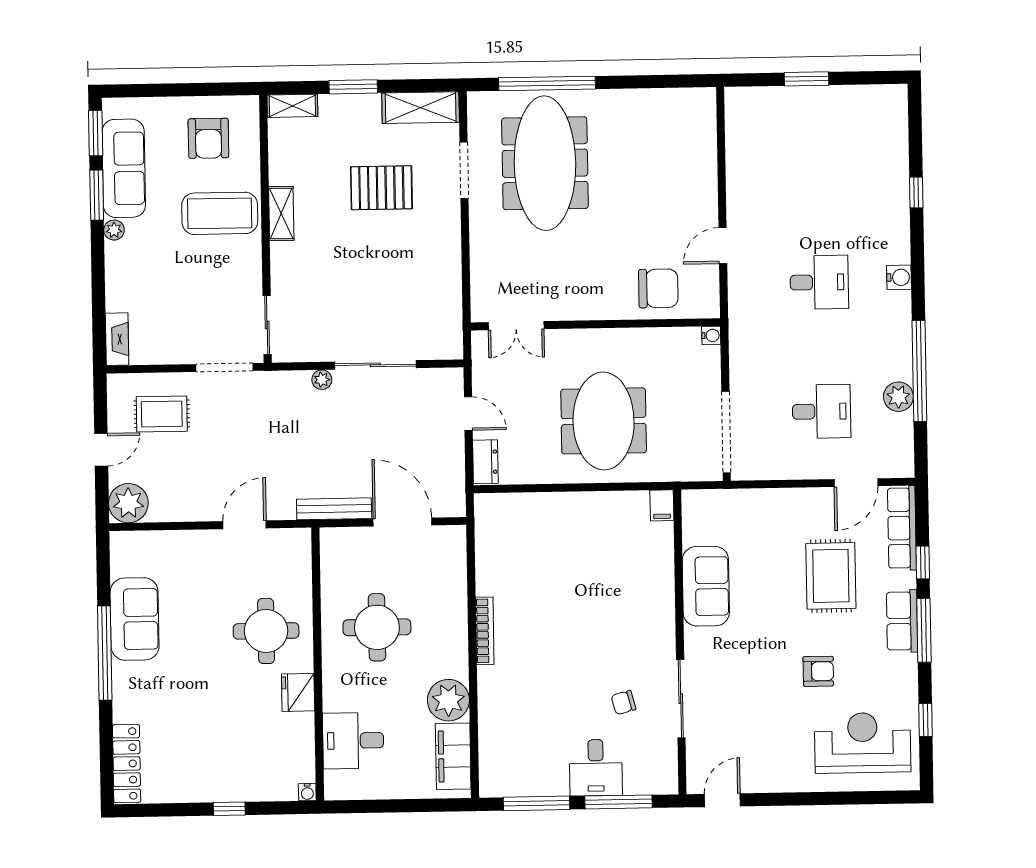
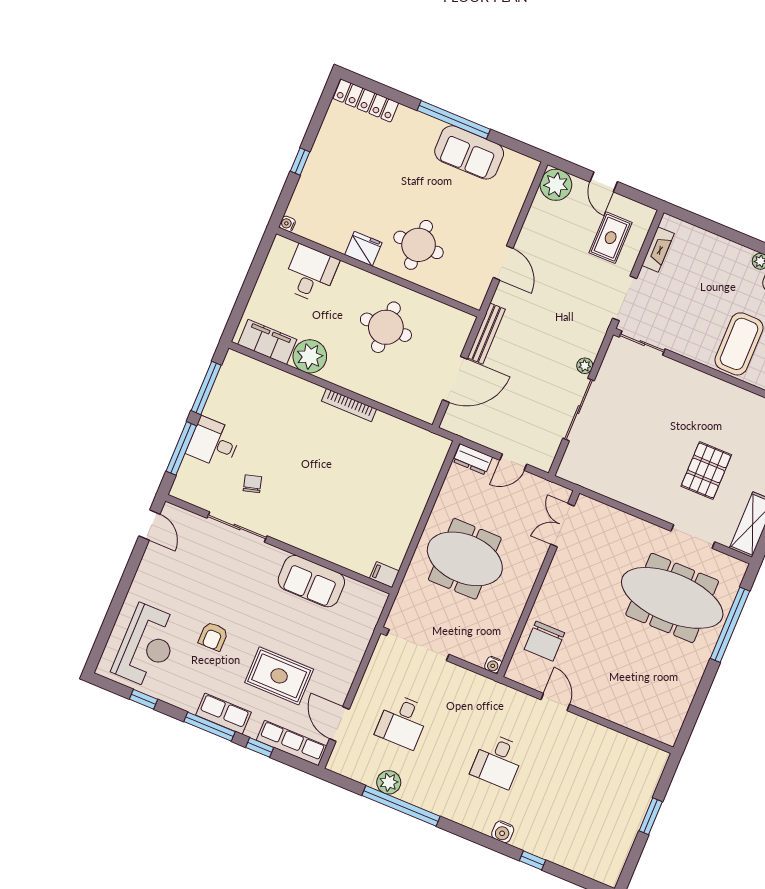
shelving: (281, 213) -> (719, 389), removed
water cooler: (899, 277) -> (503, 832), moved
fireplace: (117, 339) -> (658, 249), moved, turned -90

